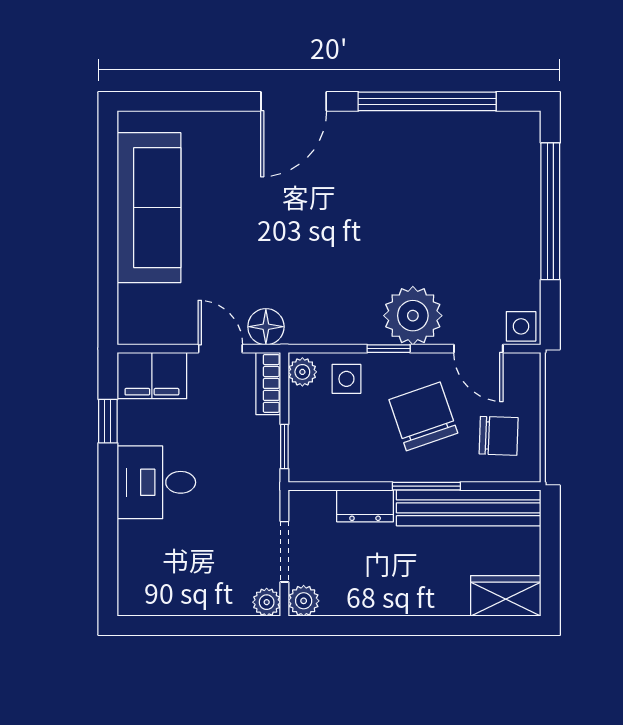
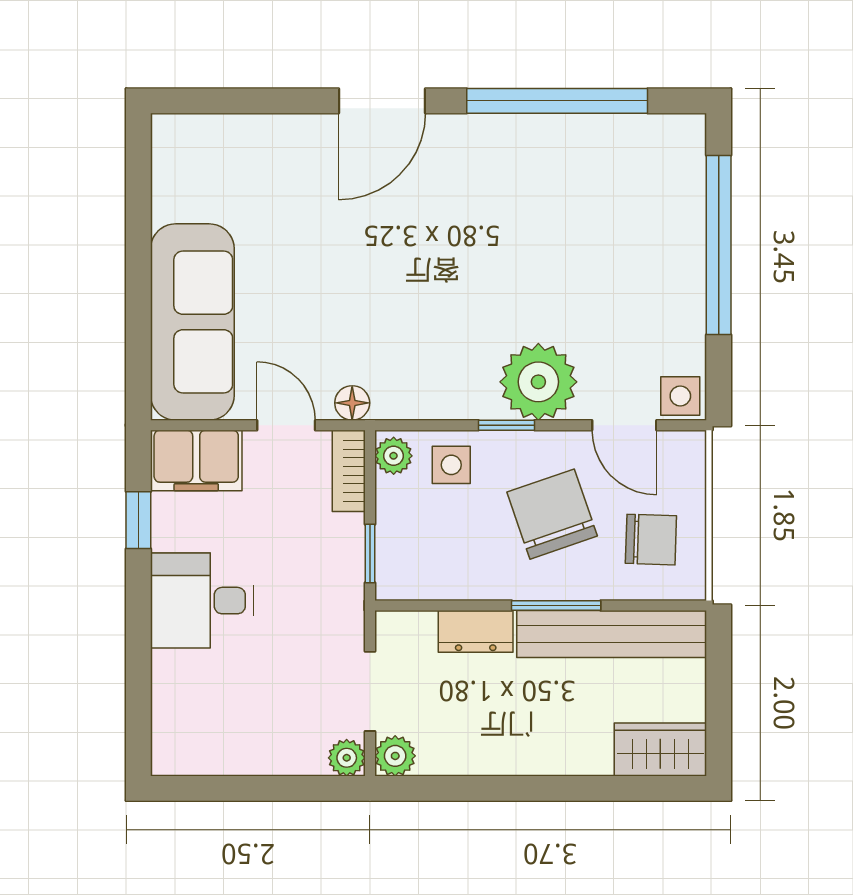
sofa: (149, 208) -> (192, 322), moved
floor lamp: (266, 327) -> (352, 403), width x0.73, depth x0.73

